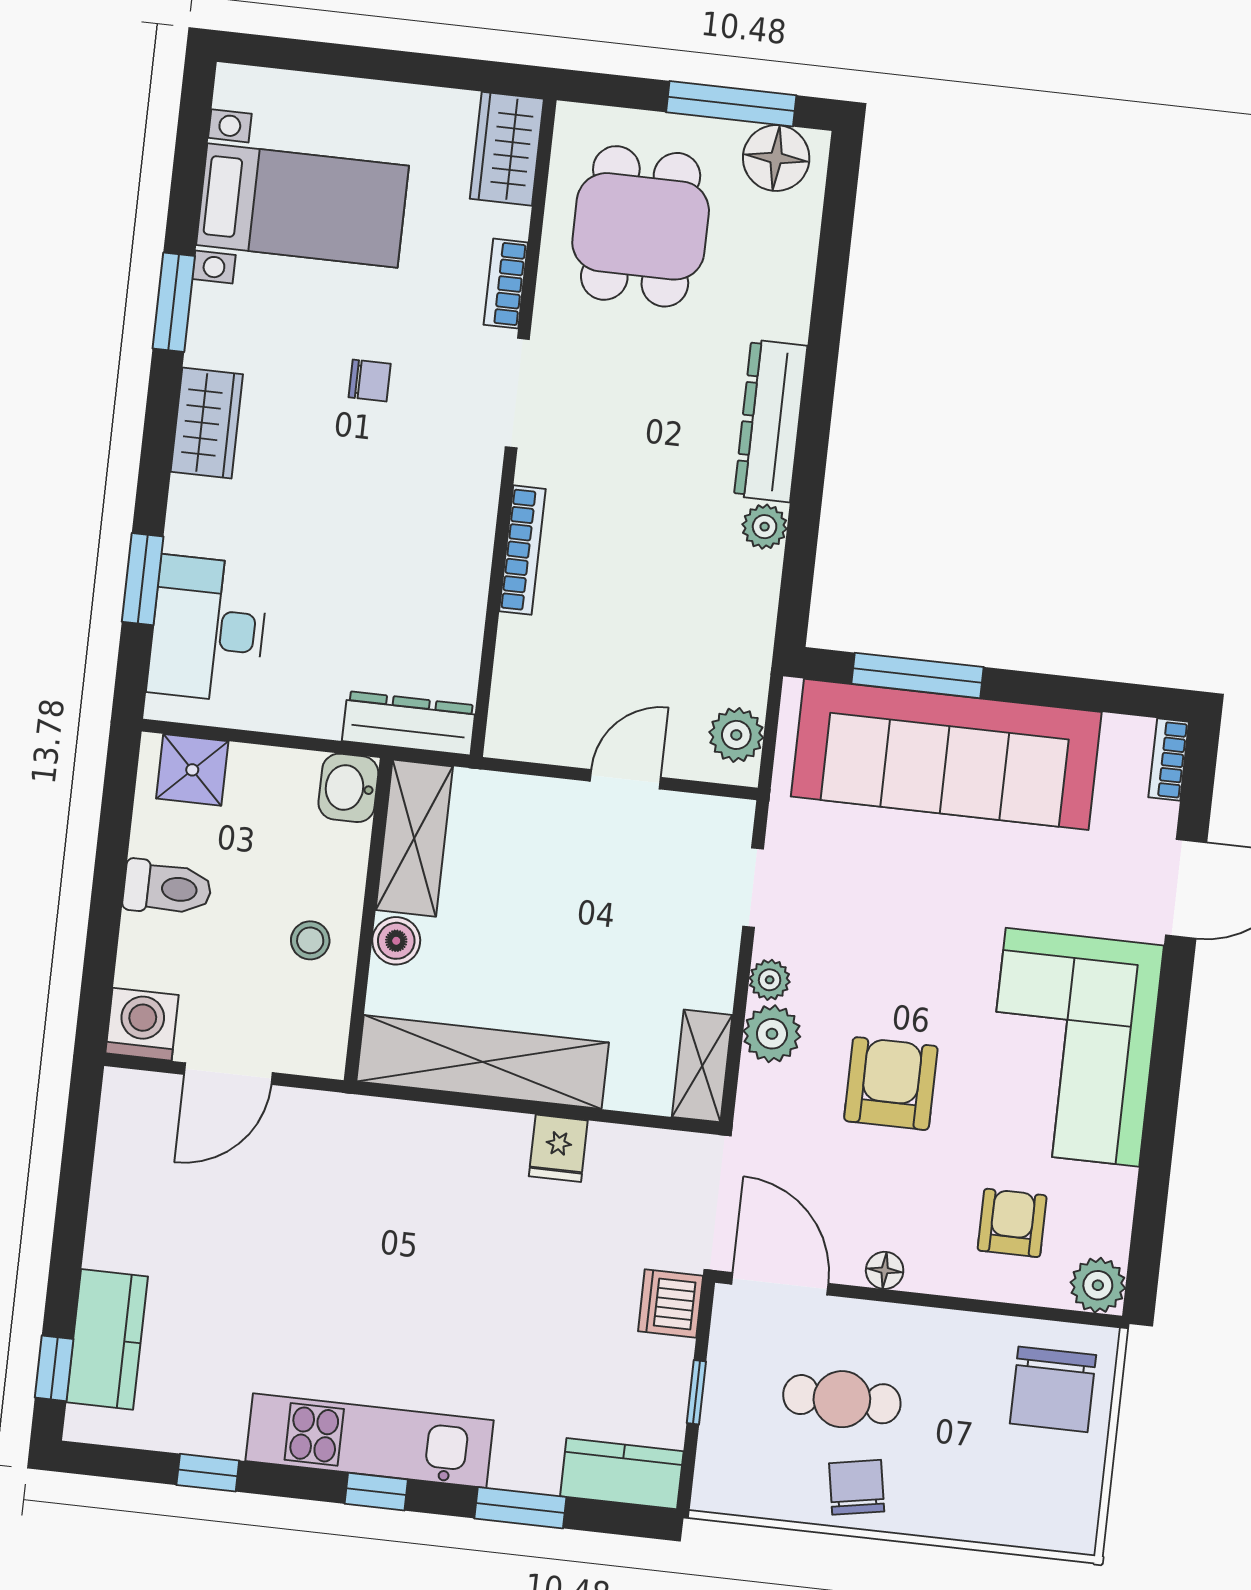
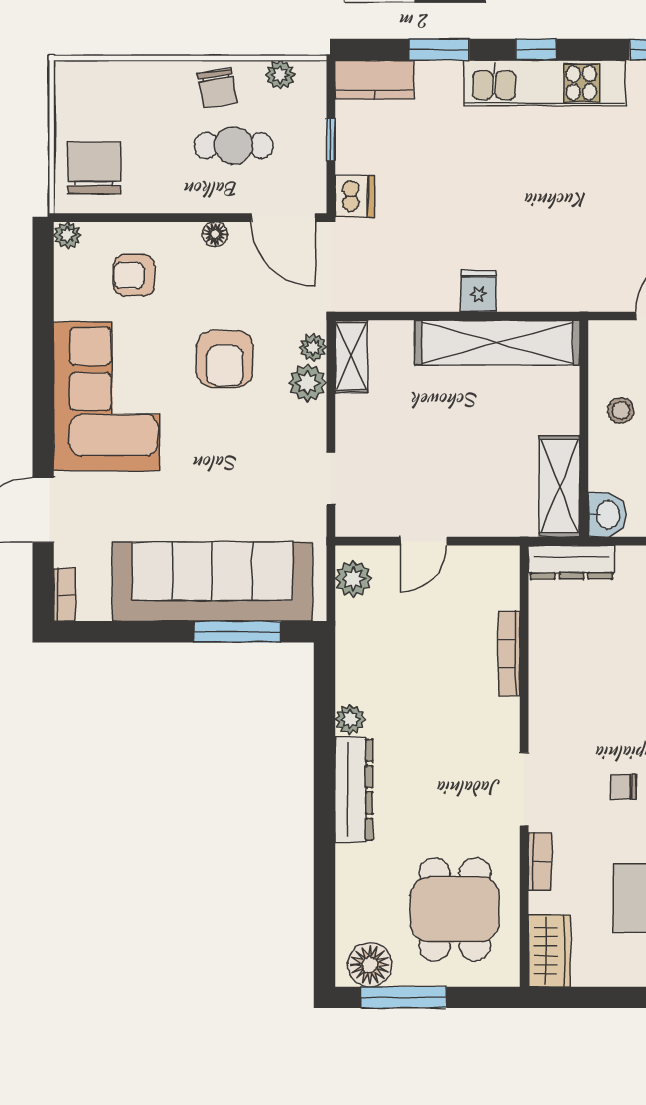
bookcase: (522, 550) -> (509, 654), moved
boiler: (396, 941) -> (564, 417), removed
plant: (770, 980) -> (313, 347), moved
fridge: (558, 1148) -> (478, 291), moved
armchair: (1012, 1223) -> (134, 275), turned 90
plant: (1098, 1285) -> (67, 235), width x0.73, depth x0.73
plant: (761, 1497) -> (280, 75), added

